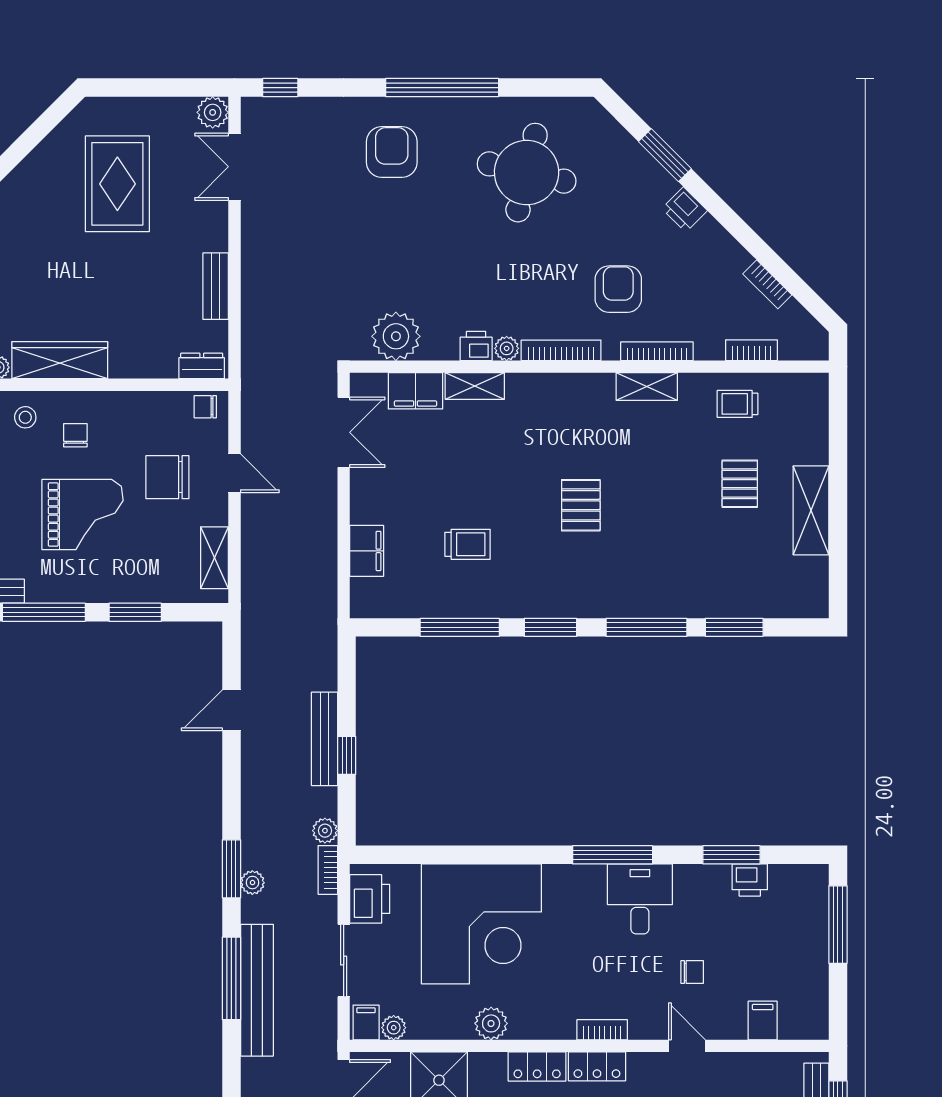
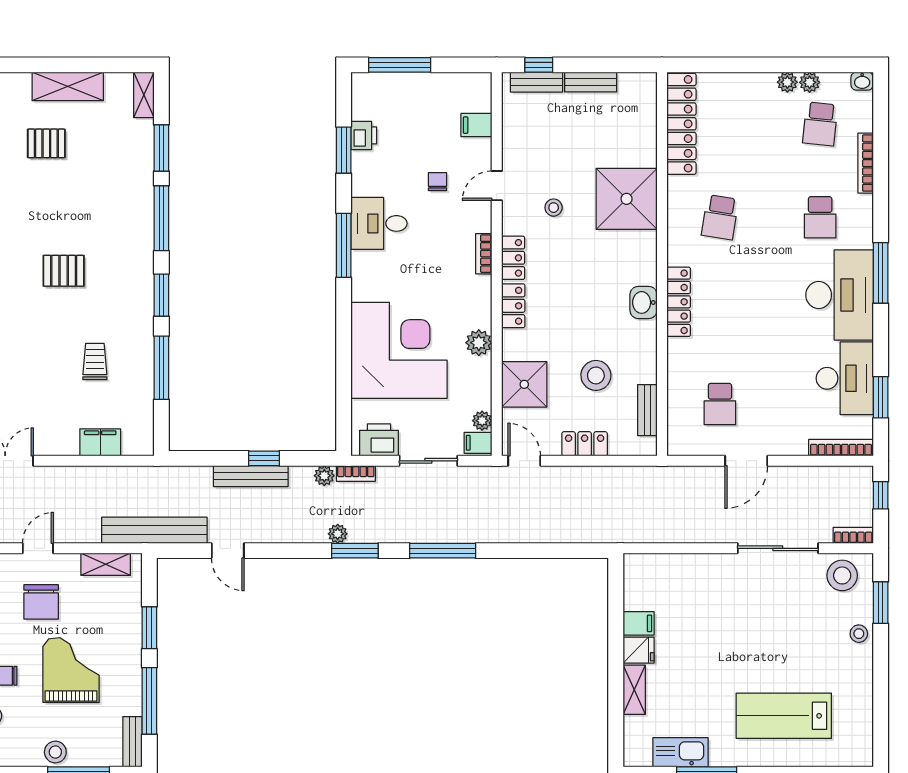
shelving: (800, 606) -> (144, 95), added
plant: (252, 883) -> (338, 534), moved
bench: (257, 990) -> (154, 530), moved

